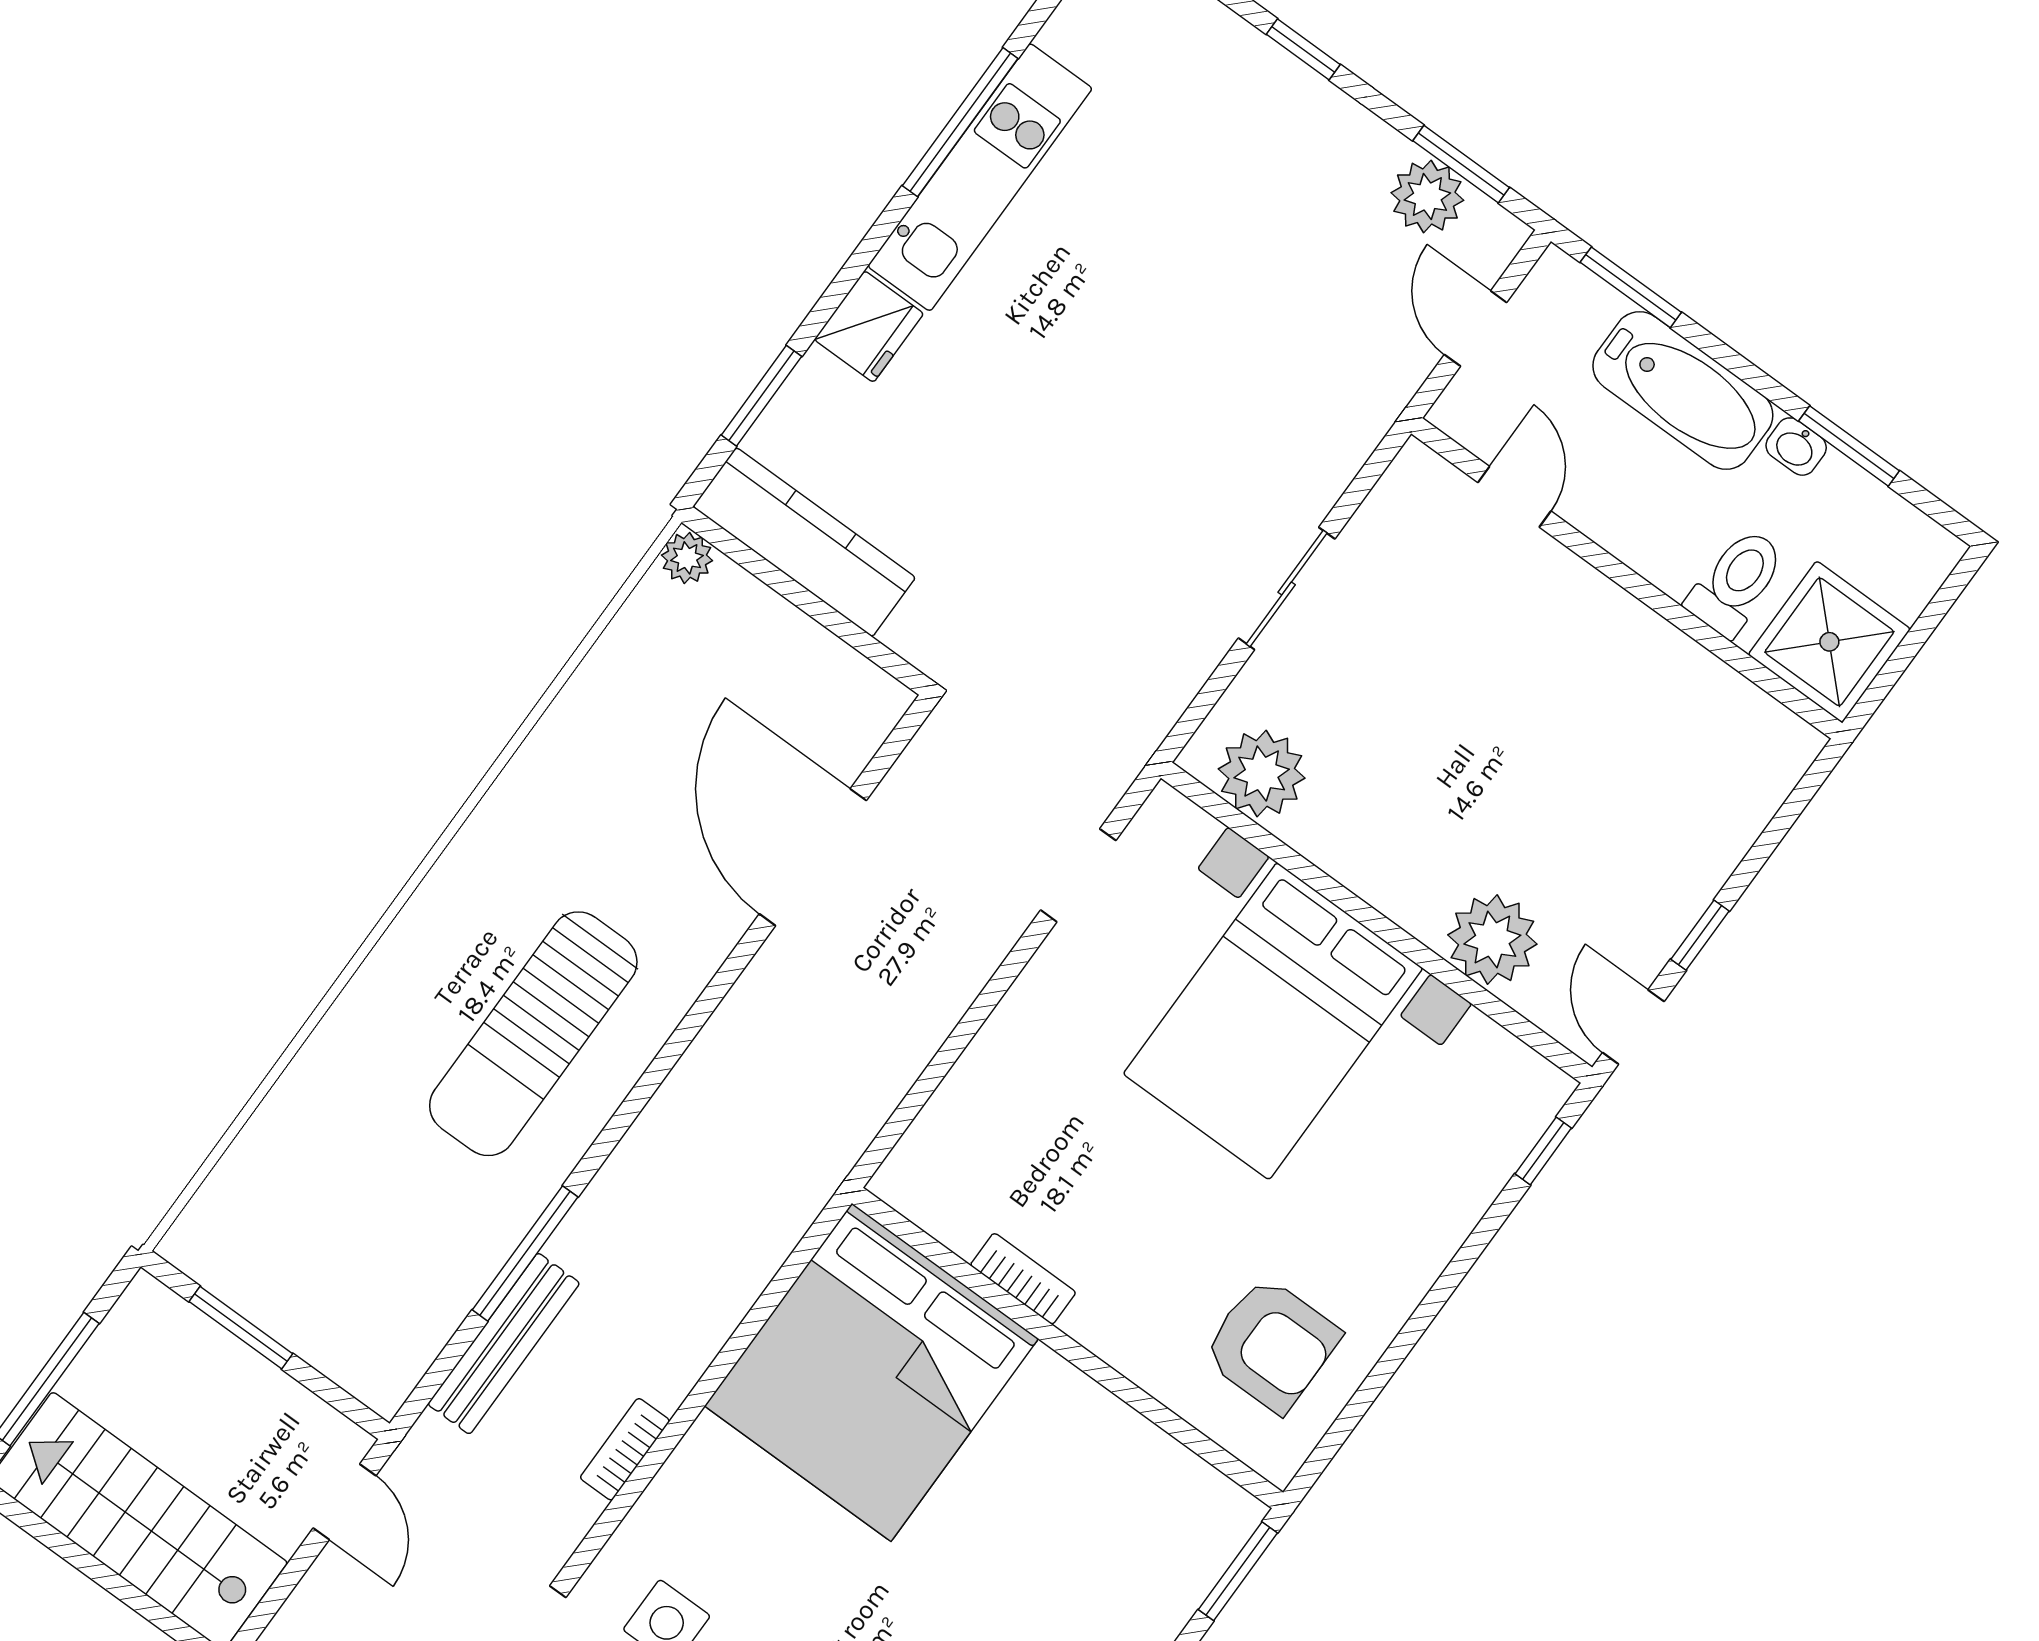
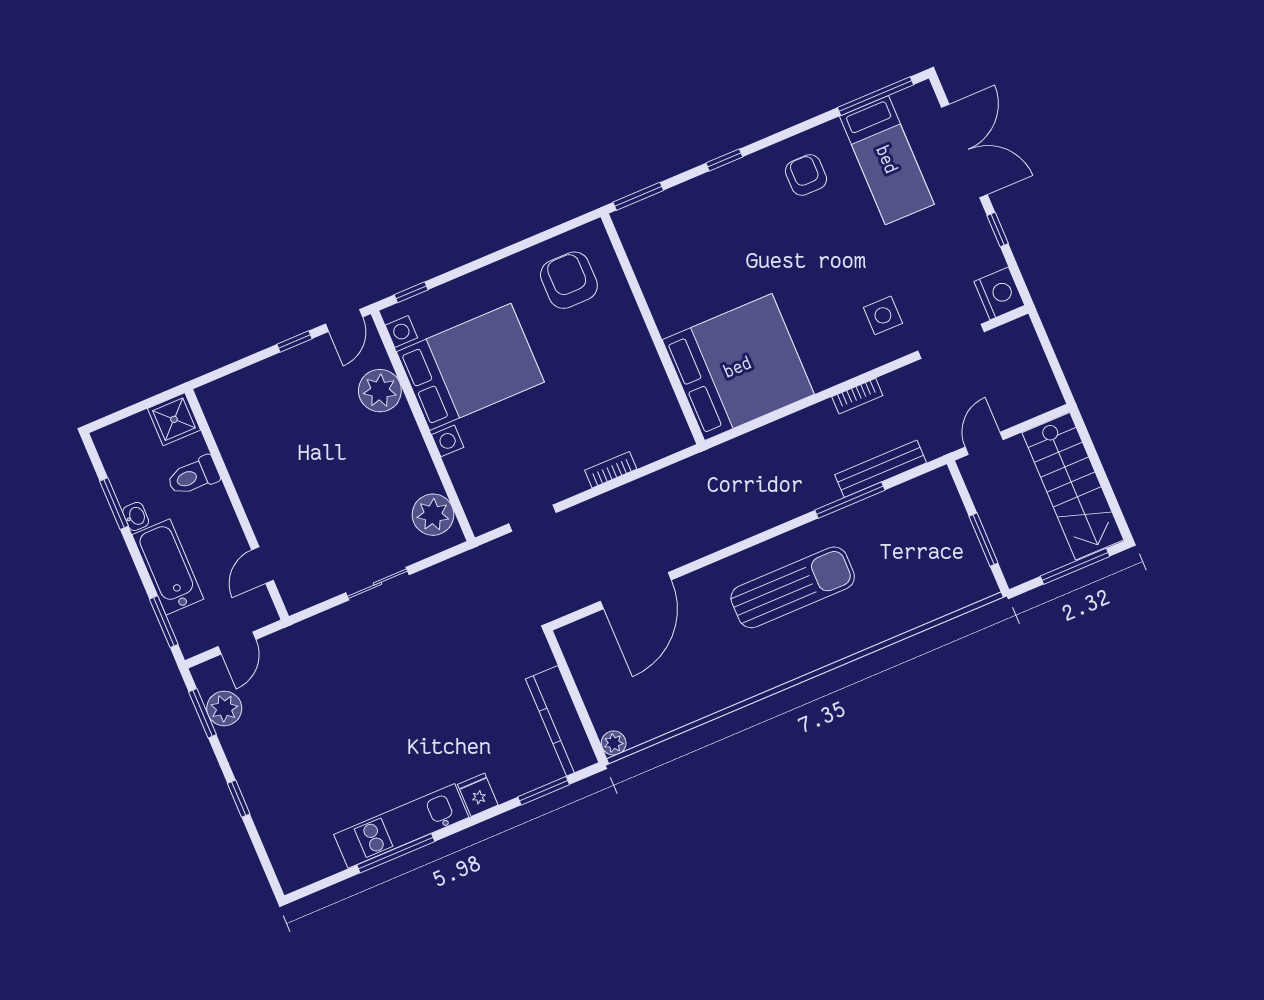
fridge: (869, 327) -> (478, 795), width x0.72
shower: (1829, 642) -> (174, 419), width x0.73, depth x0.73
bed with nightstands: (1273, 1021) -> (470, 367), moved
bookcase: (1023, 1279) -> (611, 470), moved, turned 90

